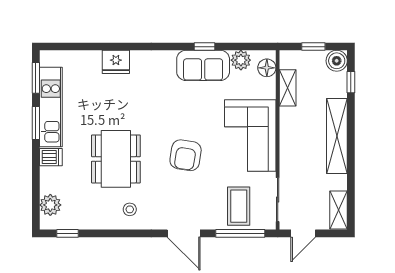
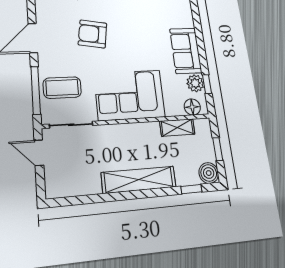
window: (204, 47) -> (207, 84), moved
armchair: (186, 155) -> (93, 34), moved
shelving: (339, 210) -> (65, 188), removed

